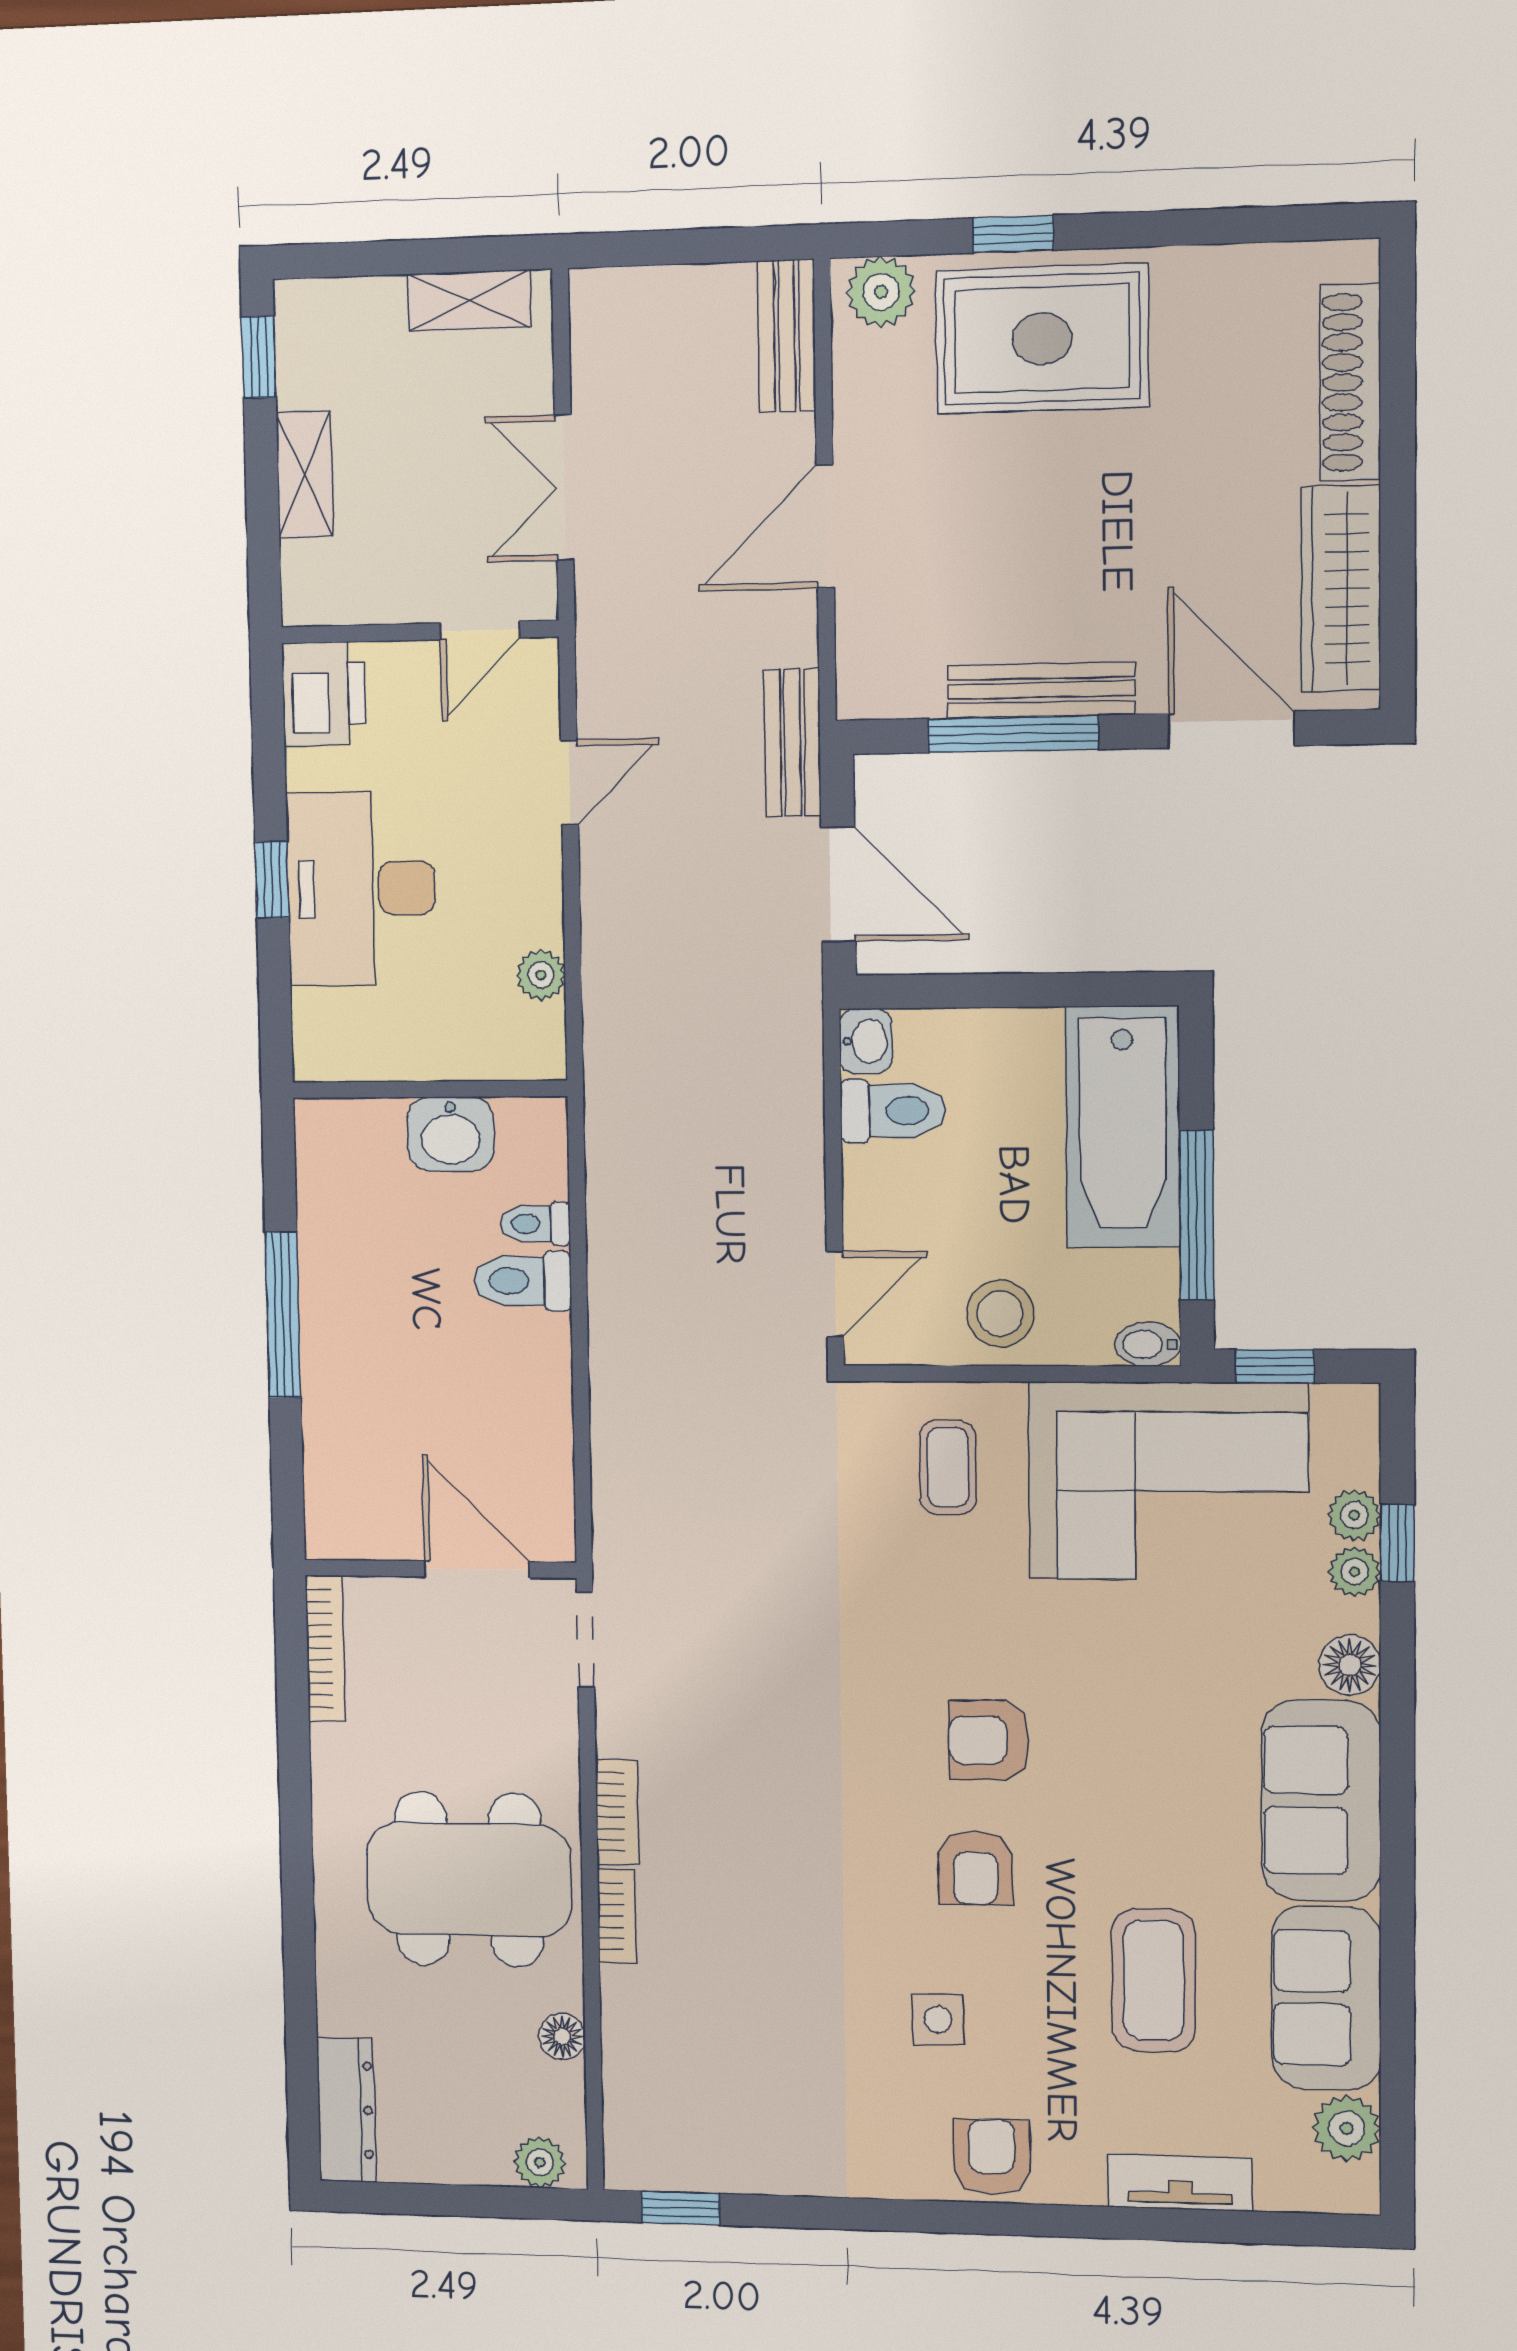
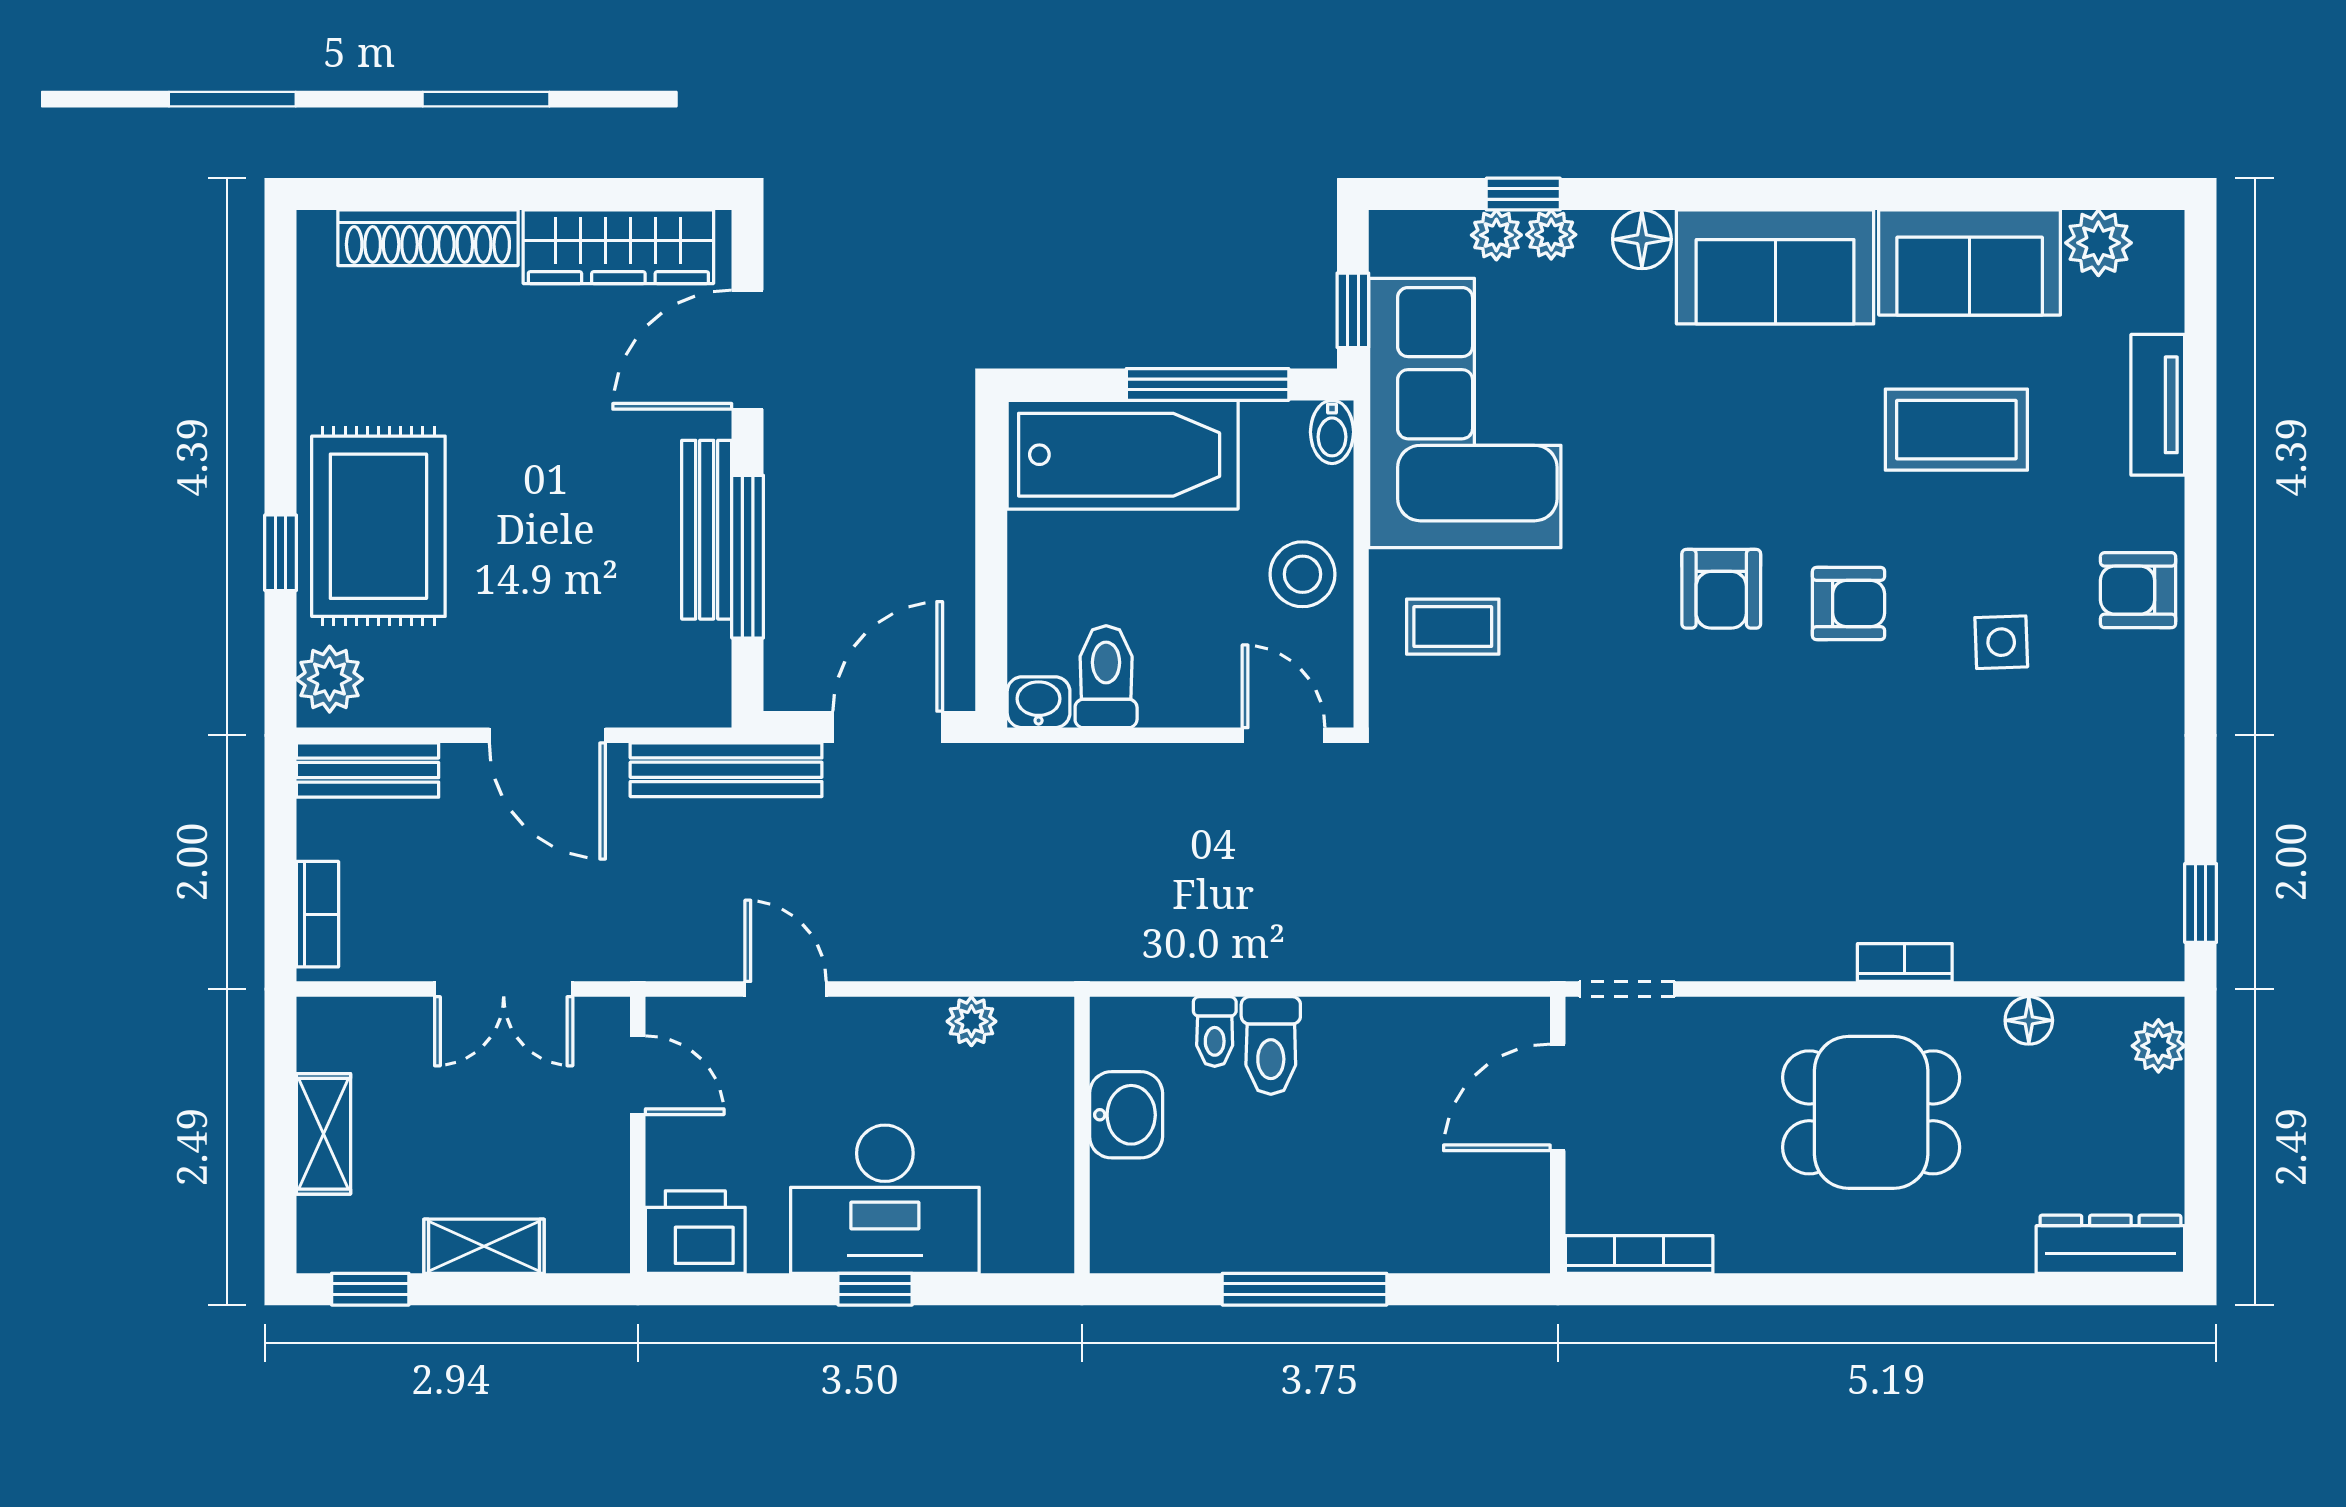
shelving: (469, 300) -> (324, 1134), moved
bench: (793, 743) -> (726, 770), width x1.36
bookcase: (617, 1812) -> (318, 914), moved, turned 90
dining table: (469, 1879) -> (1871, 1112), width x0.73

